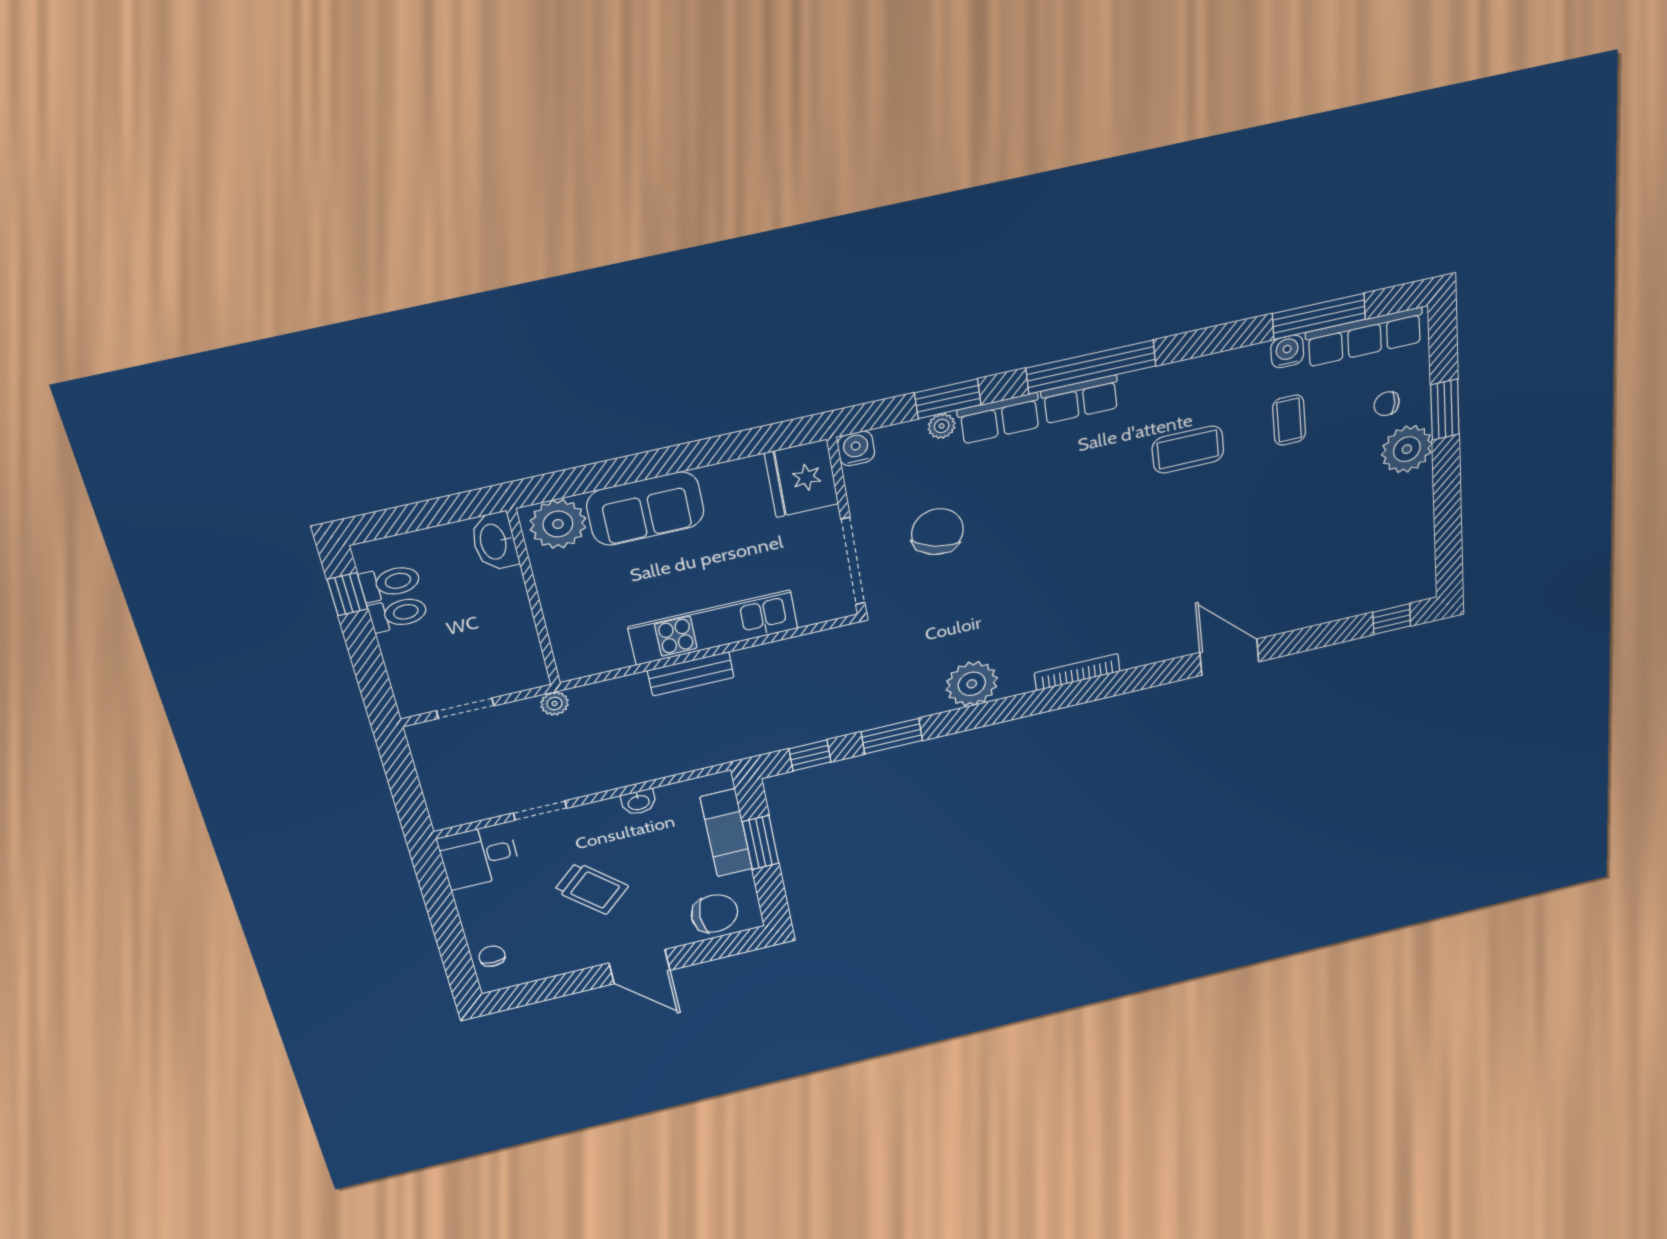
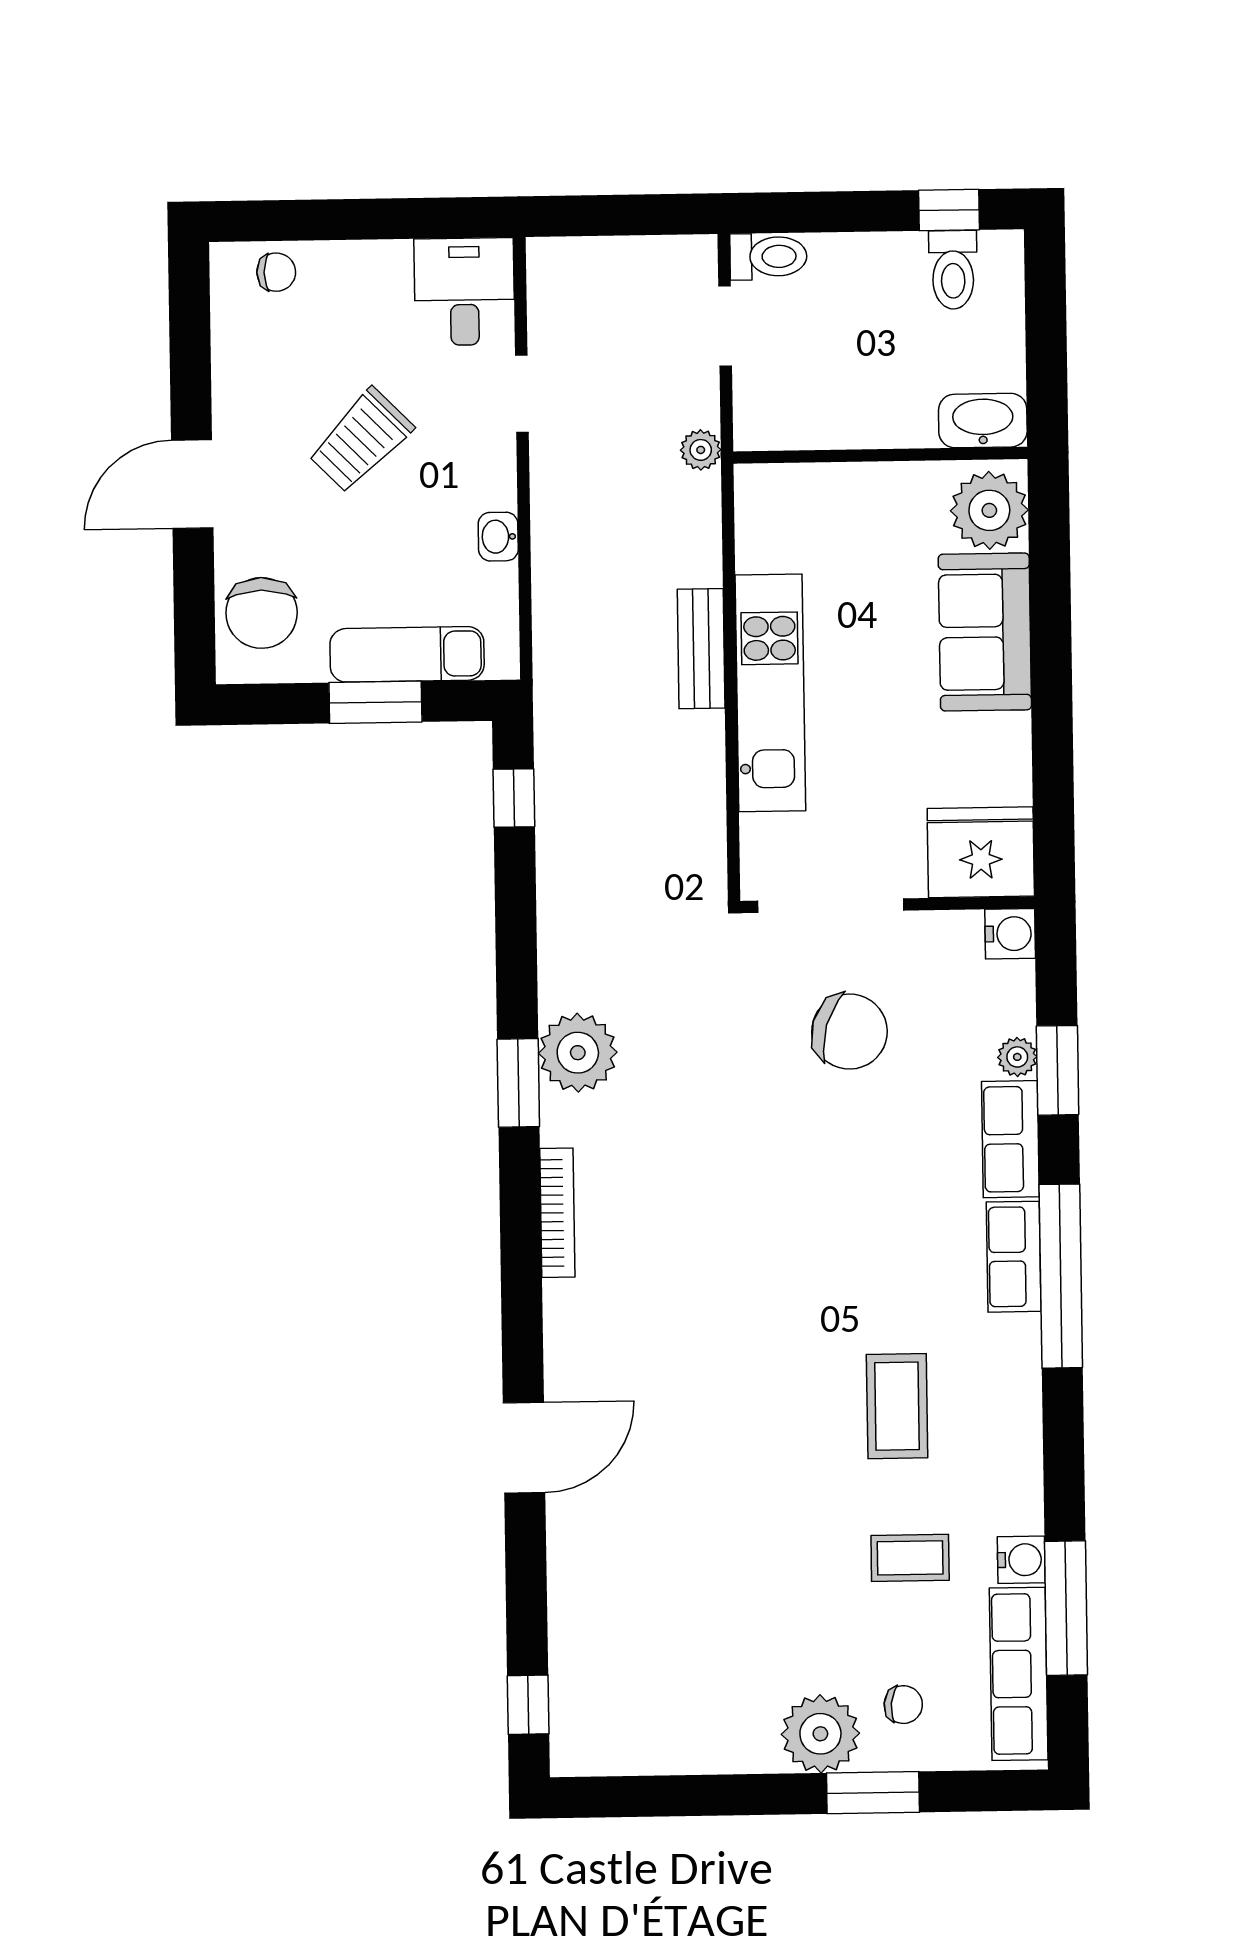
chair: (1387, 404) -> (903, 1705), turned 91
toilet: (398, 614) -> (768, 257), moved, turned -90
window: (892, 736) -> (518, 1083), moved

